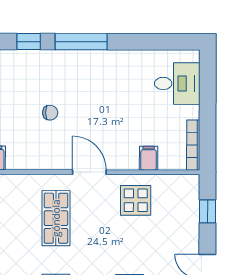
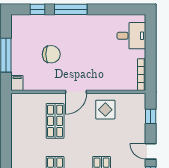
chair: (50, 113) -> (51, 54), width x1.87, depth x1.87
filing cabinet: (149, 158) -> (113, 83), removed
door: (89, 172) -> (76, 92), swing flipped

